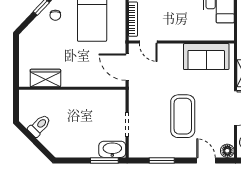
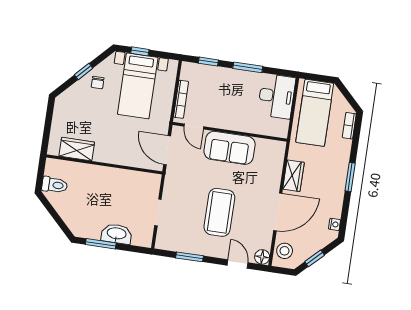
sofa: (206, 57) -> (230, 148), moved
toilet: (39, 126) -> (55, 185), moved, turned 45
washbasin: (112, 149) -> (117, 234), moved
window: (104, 160) -> (101, 244), moved

